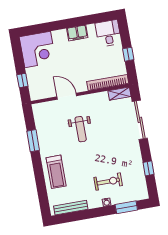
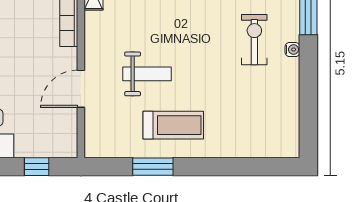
treadmill: (56, 172) -> (173, 125), moved
bench: (71, 208) -> (291, 118), removed

